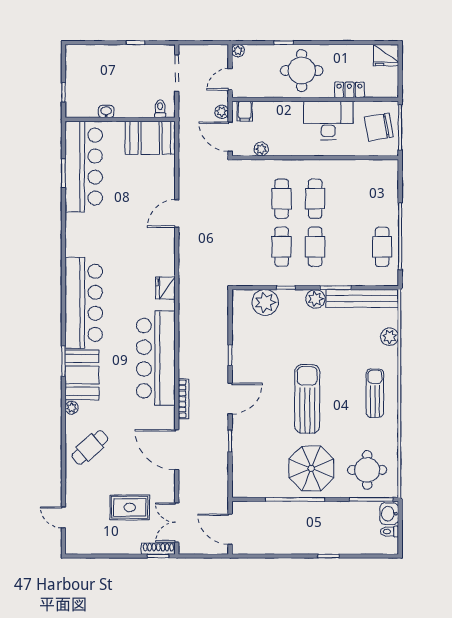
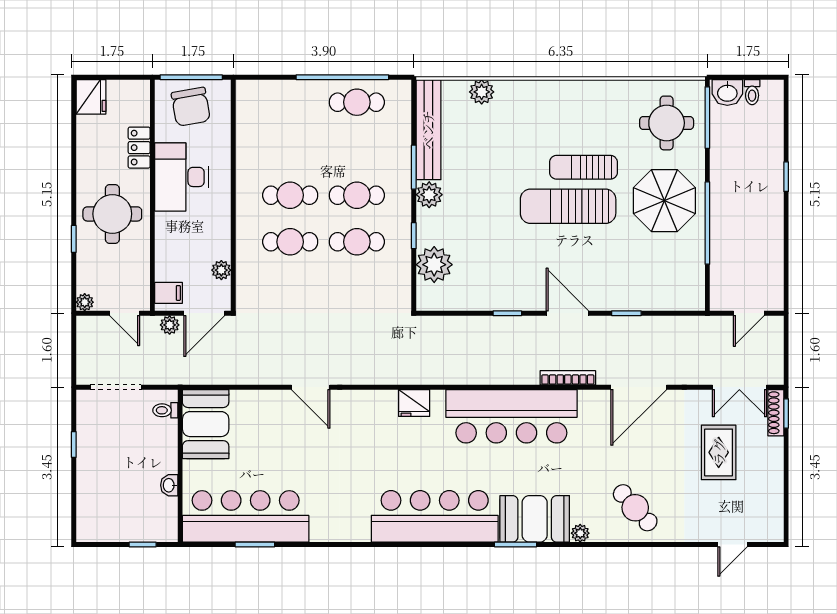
sun lounger: (375, 393) -> (583, 167), moved
door: (230, 529) -> (749, 313), width x0.73

